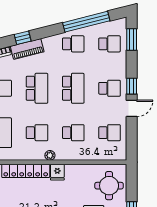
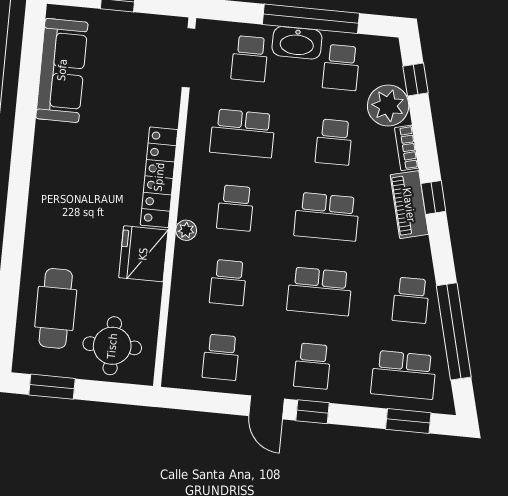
school desk: (110, 44) -> (404, 375), width x1.85
fridge: (57, 172) -> (143, 254), width x1.88, depth x1.34

